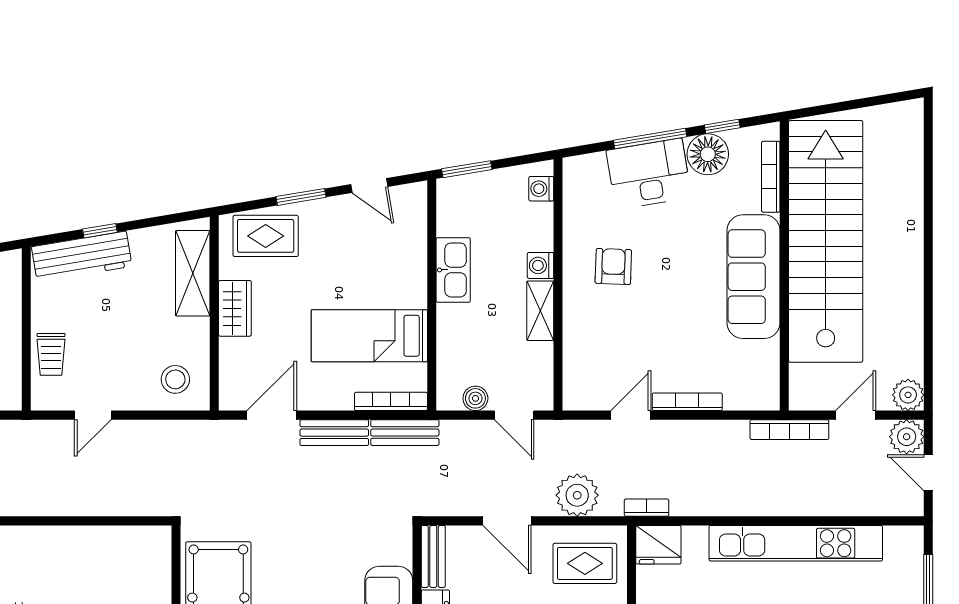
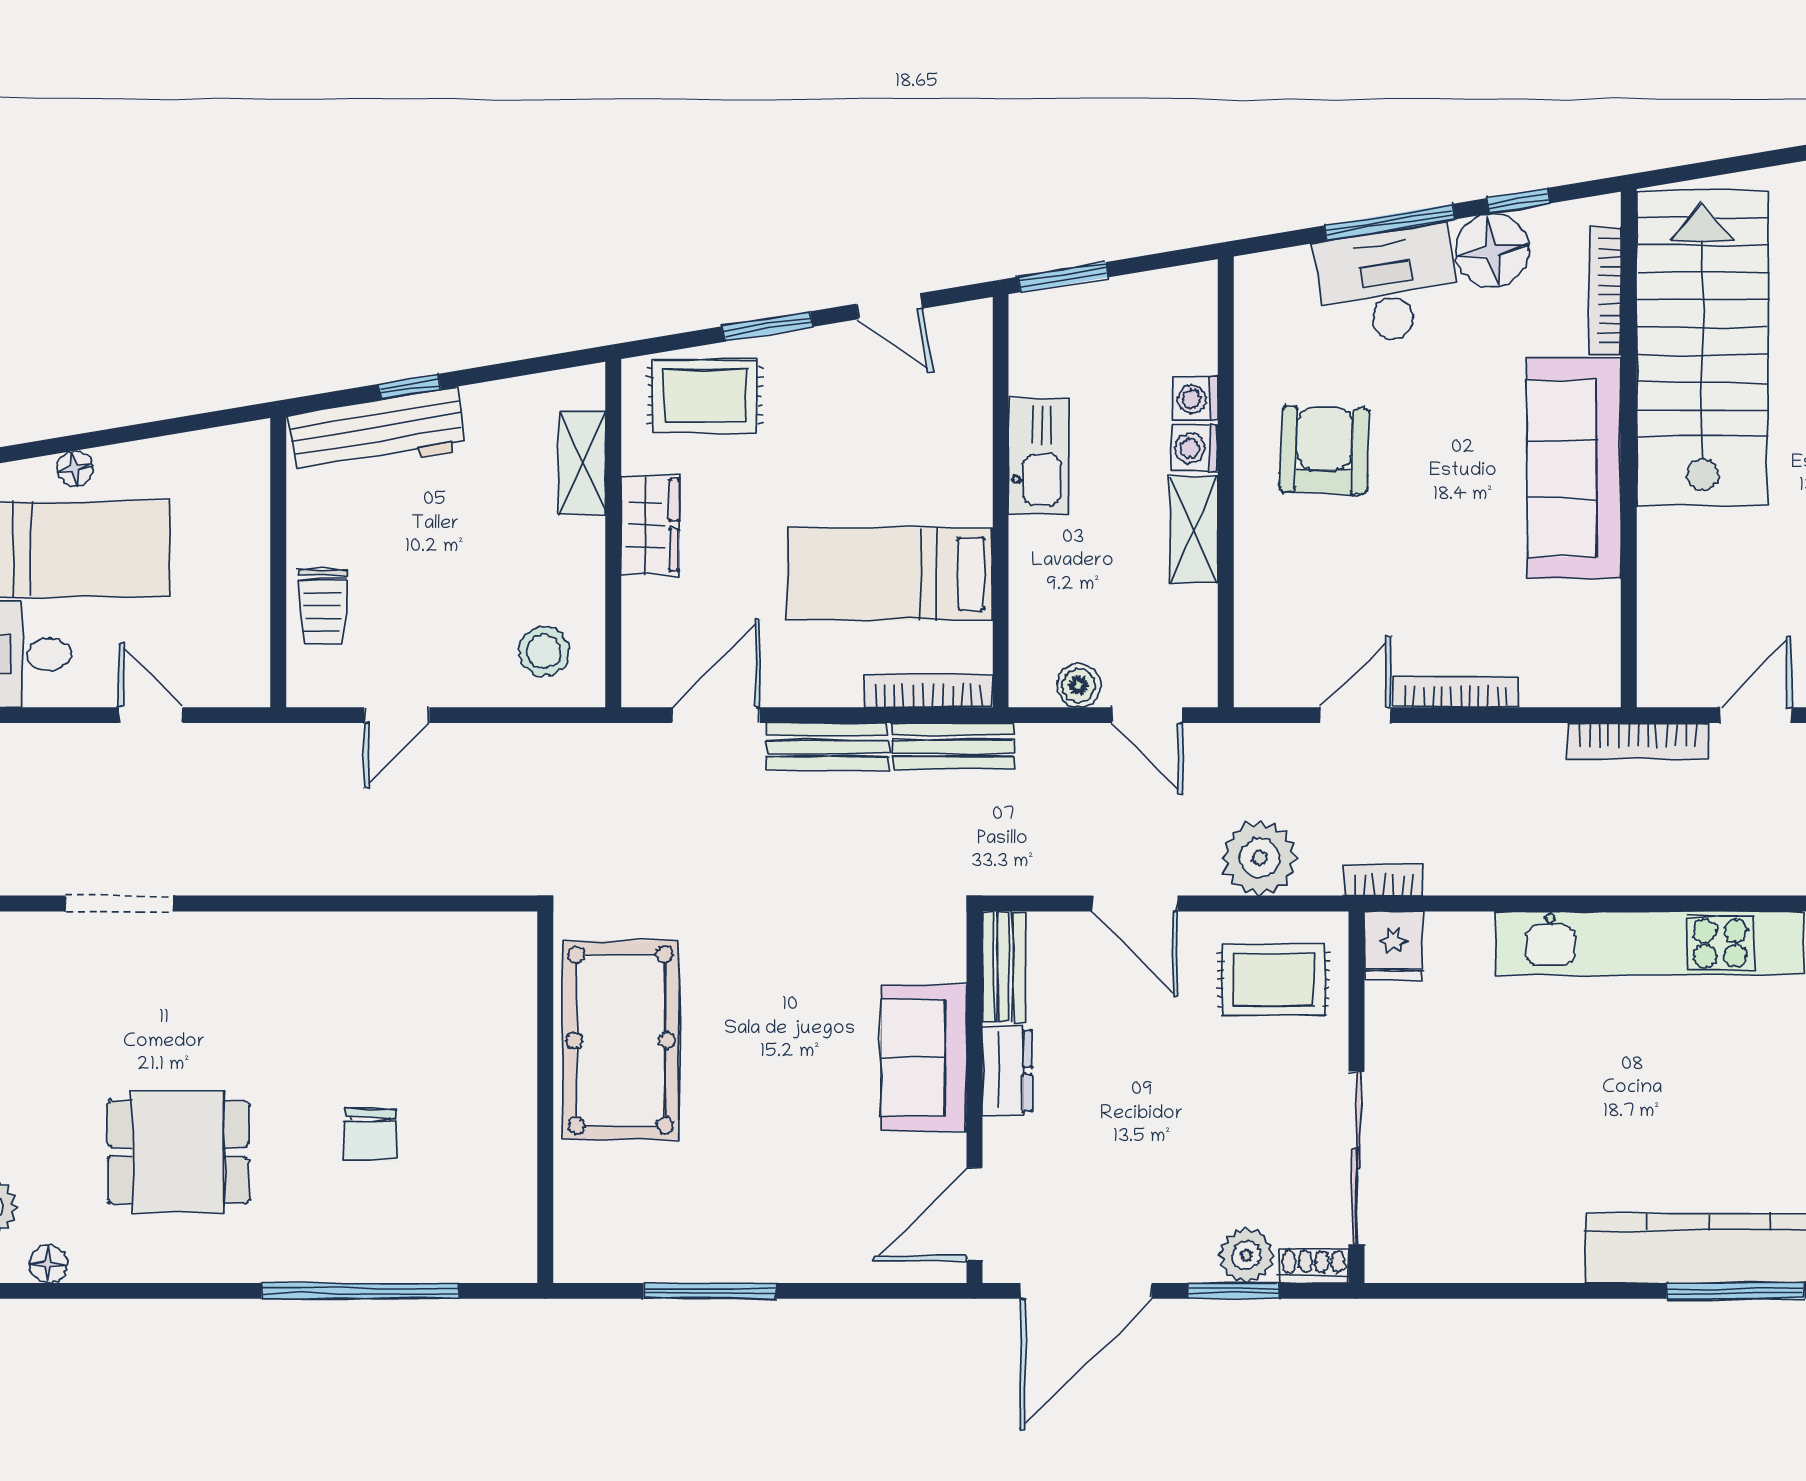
washing machine: (541, 189) -> (1196, 399), moved
stairs: (826, 241) -> (1702, 348), width x0.73
armchair: (613, 266) -> (1324, 450), width x1.38, depth x1.38
shelving: (193, 273) -> (583, 463), width x0.67, depth x0.75
fridge: (658, 545) -> (1393, 946), width x0.72

